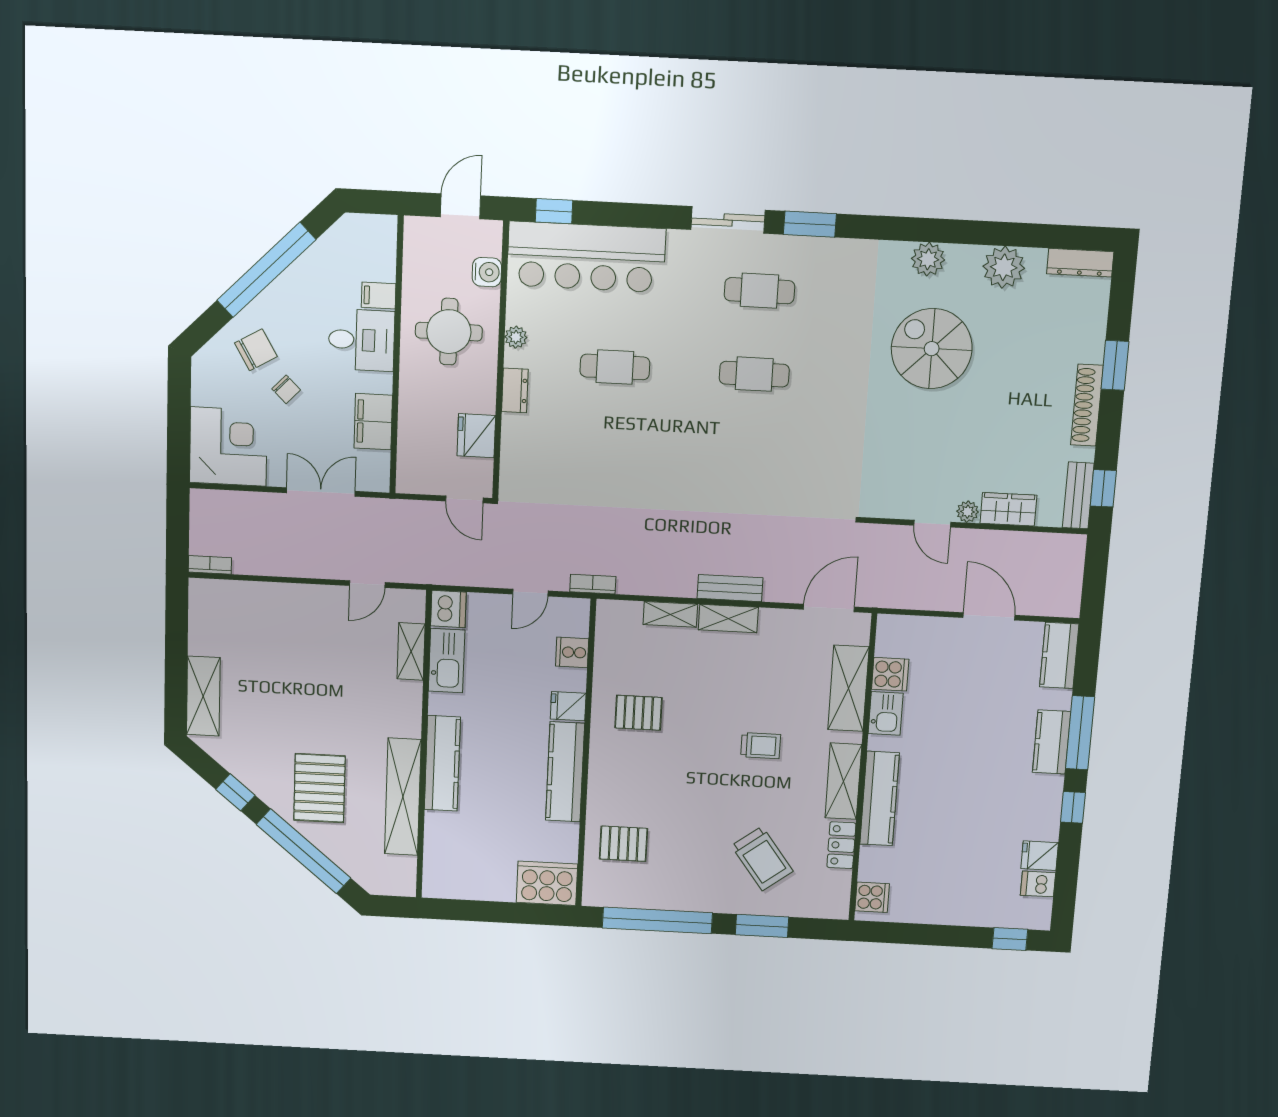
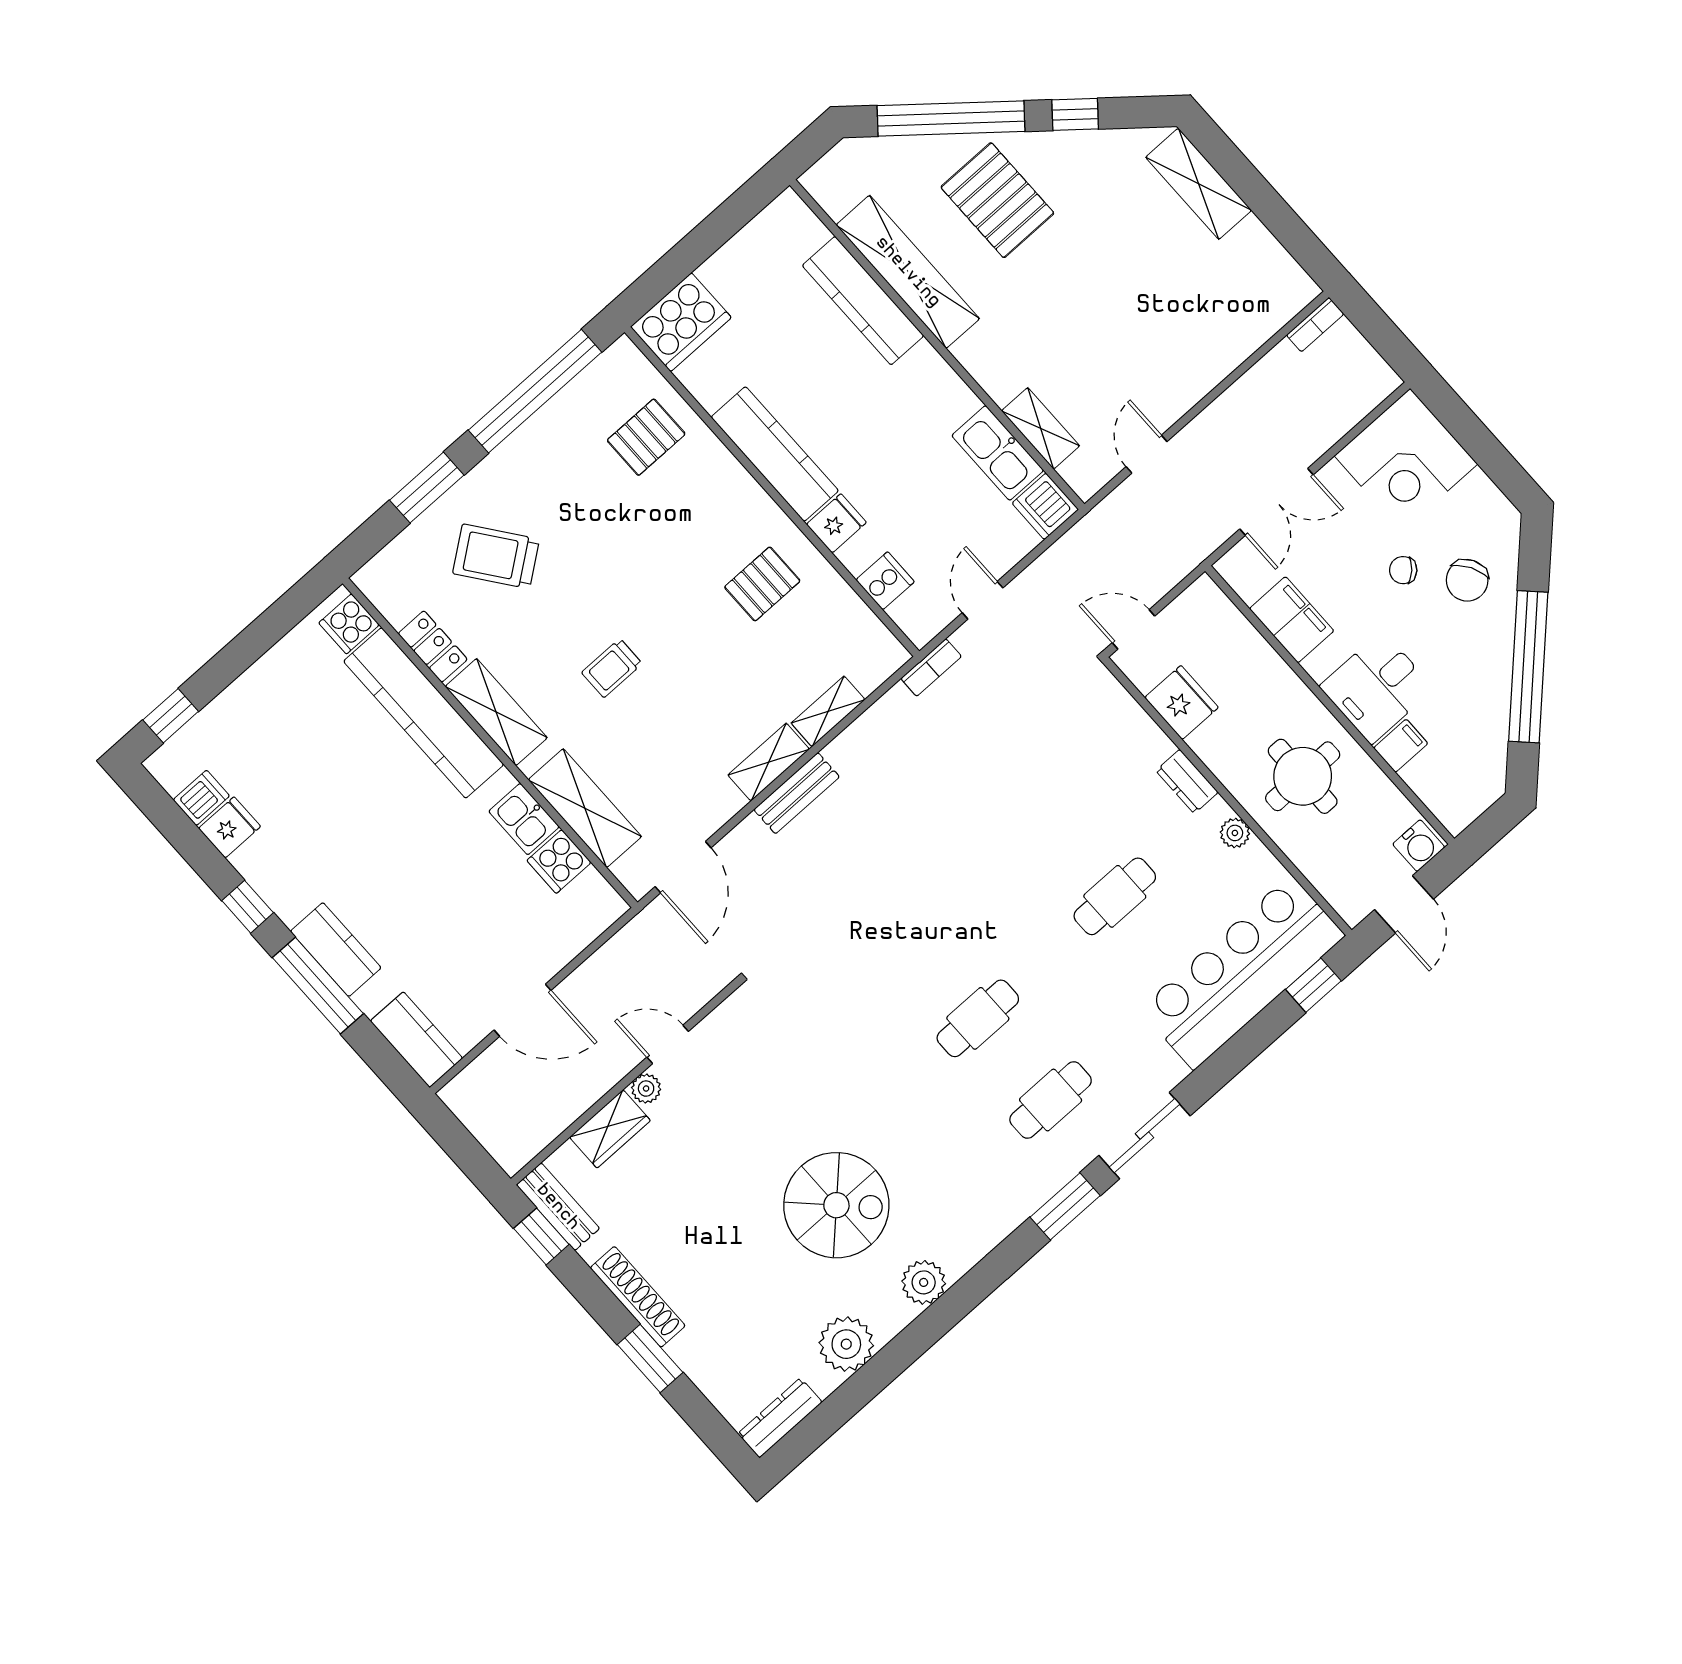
water cooler: (487, 272) -> (1419, 846), moved, turned -90
kitchen counter: (442, 763) -> (863, 301), moved
kitchen counter: (880, 799) -> (424, 713), width x1.39, depth x1.17

